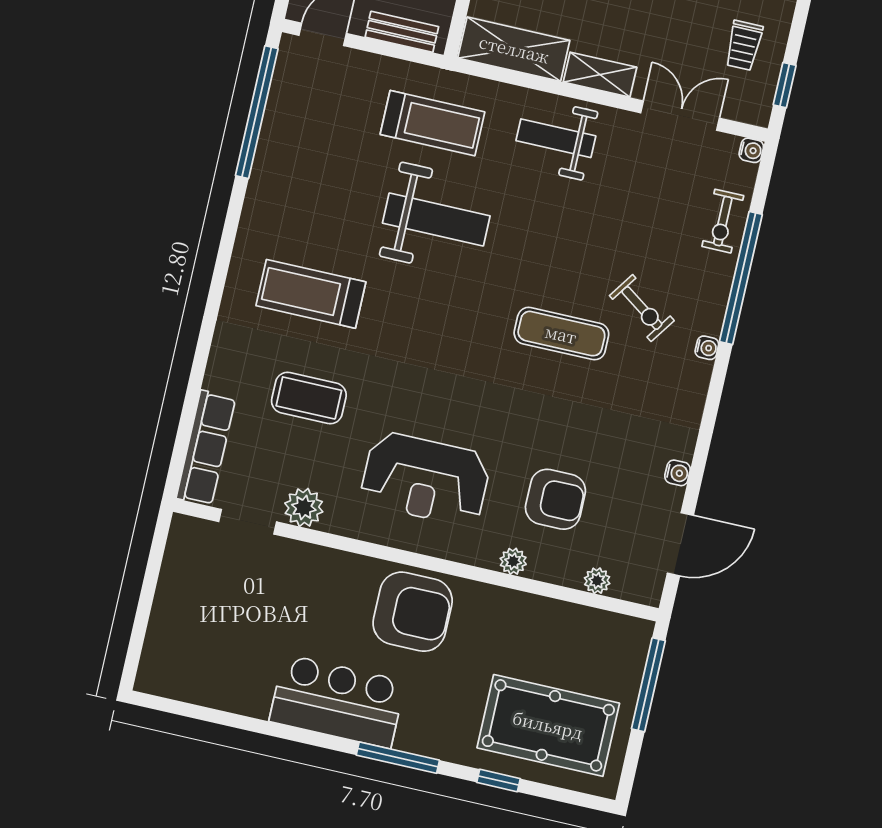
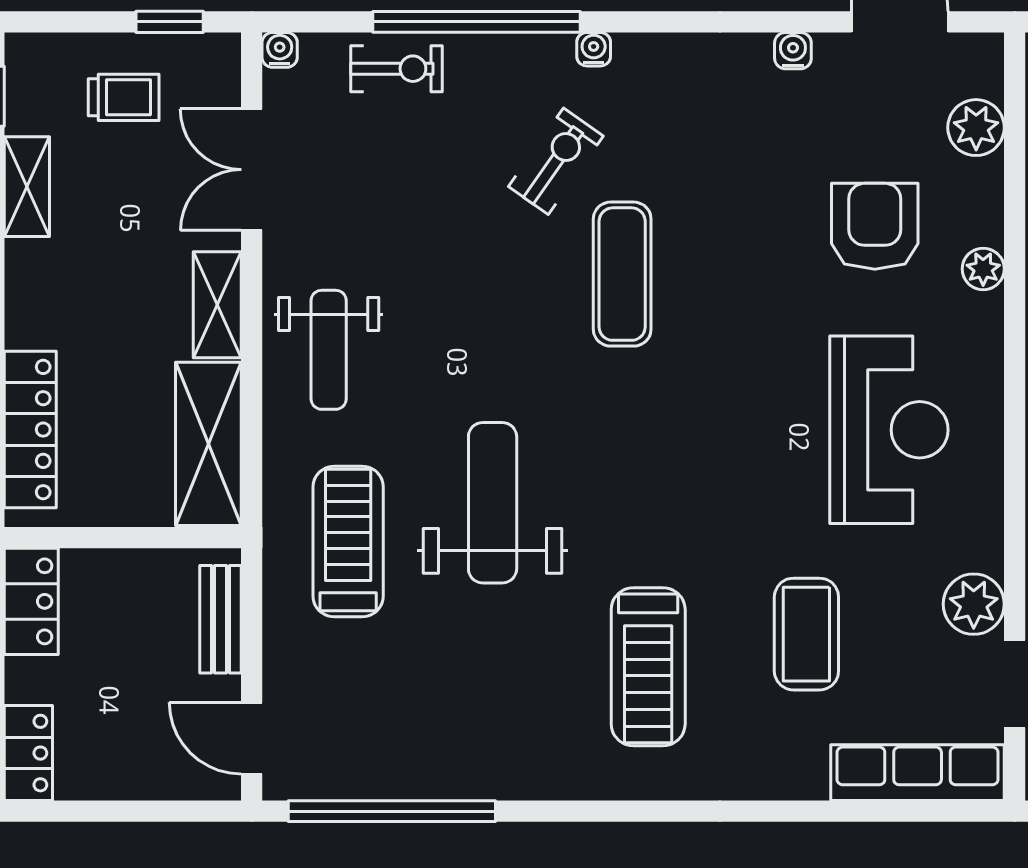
plant: (597, 581) -> (976, 128), width x1.38, depth x1.38

